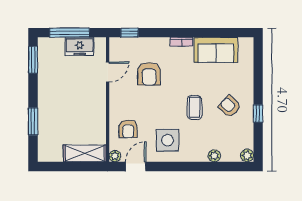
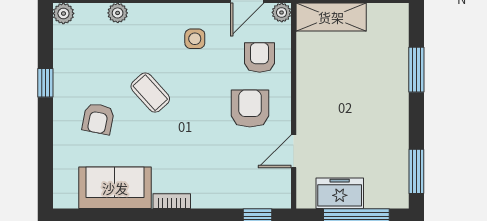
armchair: (149, 74) -> (250, 109), moved
armchair: (230, 106) -> (98, 119), moved, turned 58
coffee table: (194, 108) -> (150, 93), turned -42
side table: (167, 140) -> (195, 39), width x0.54, depth x0.54

